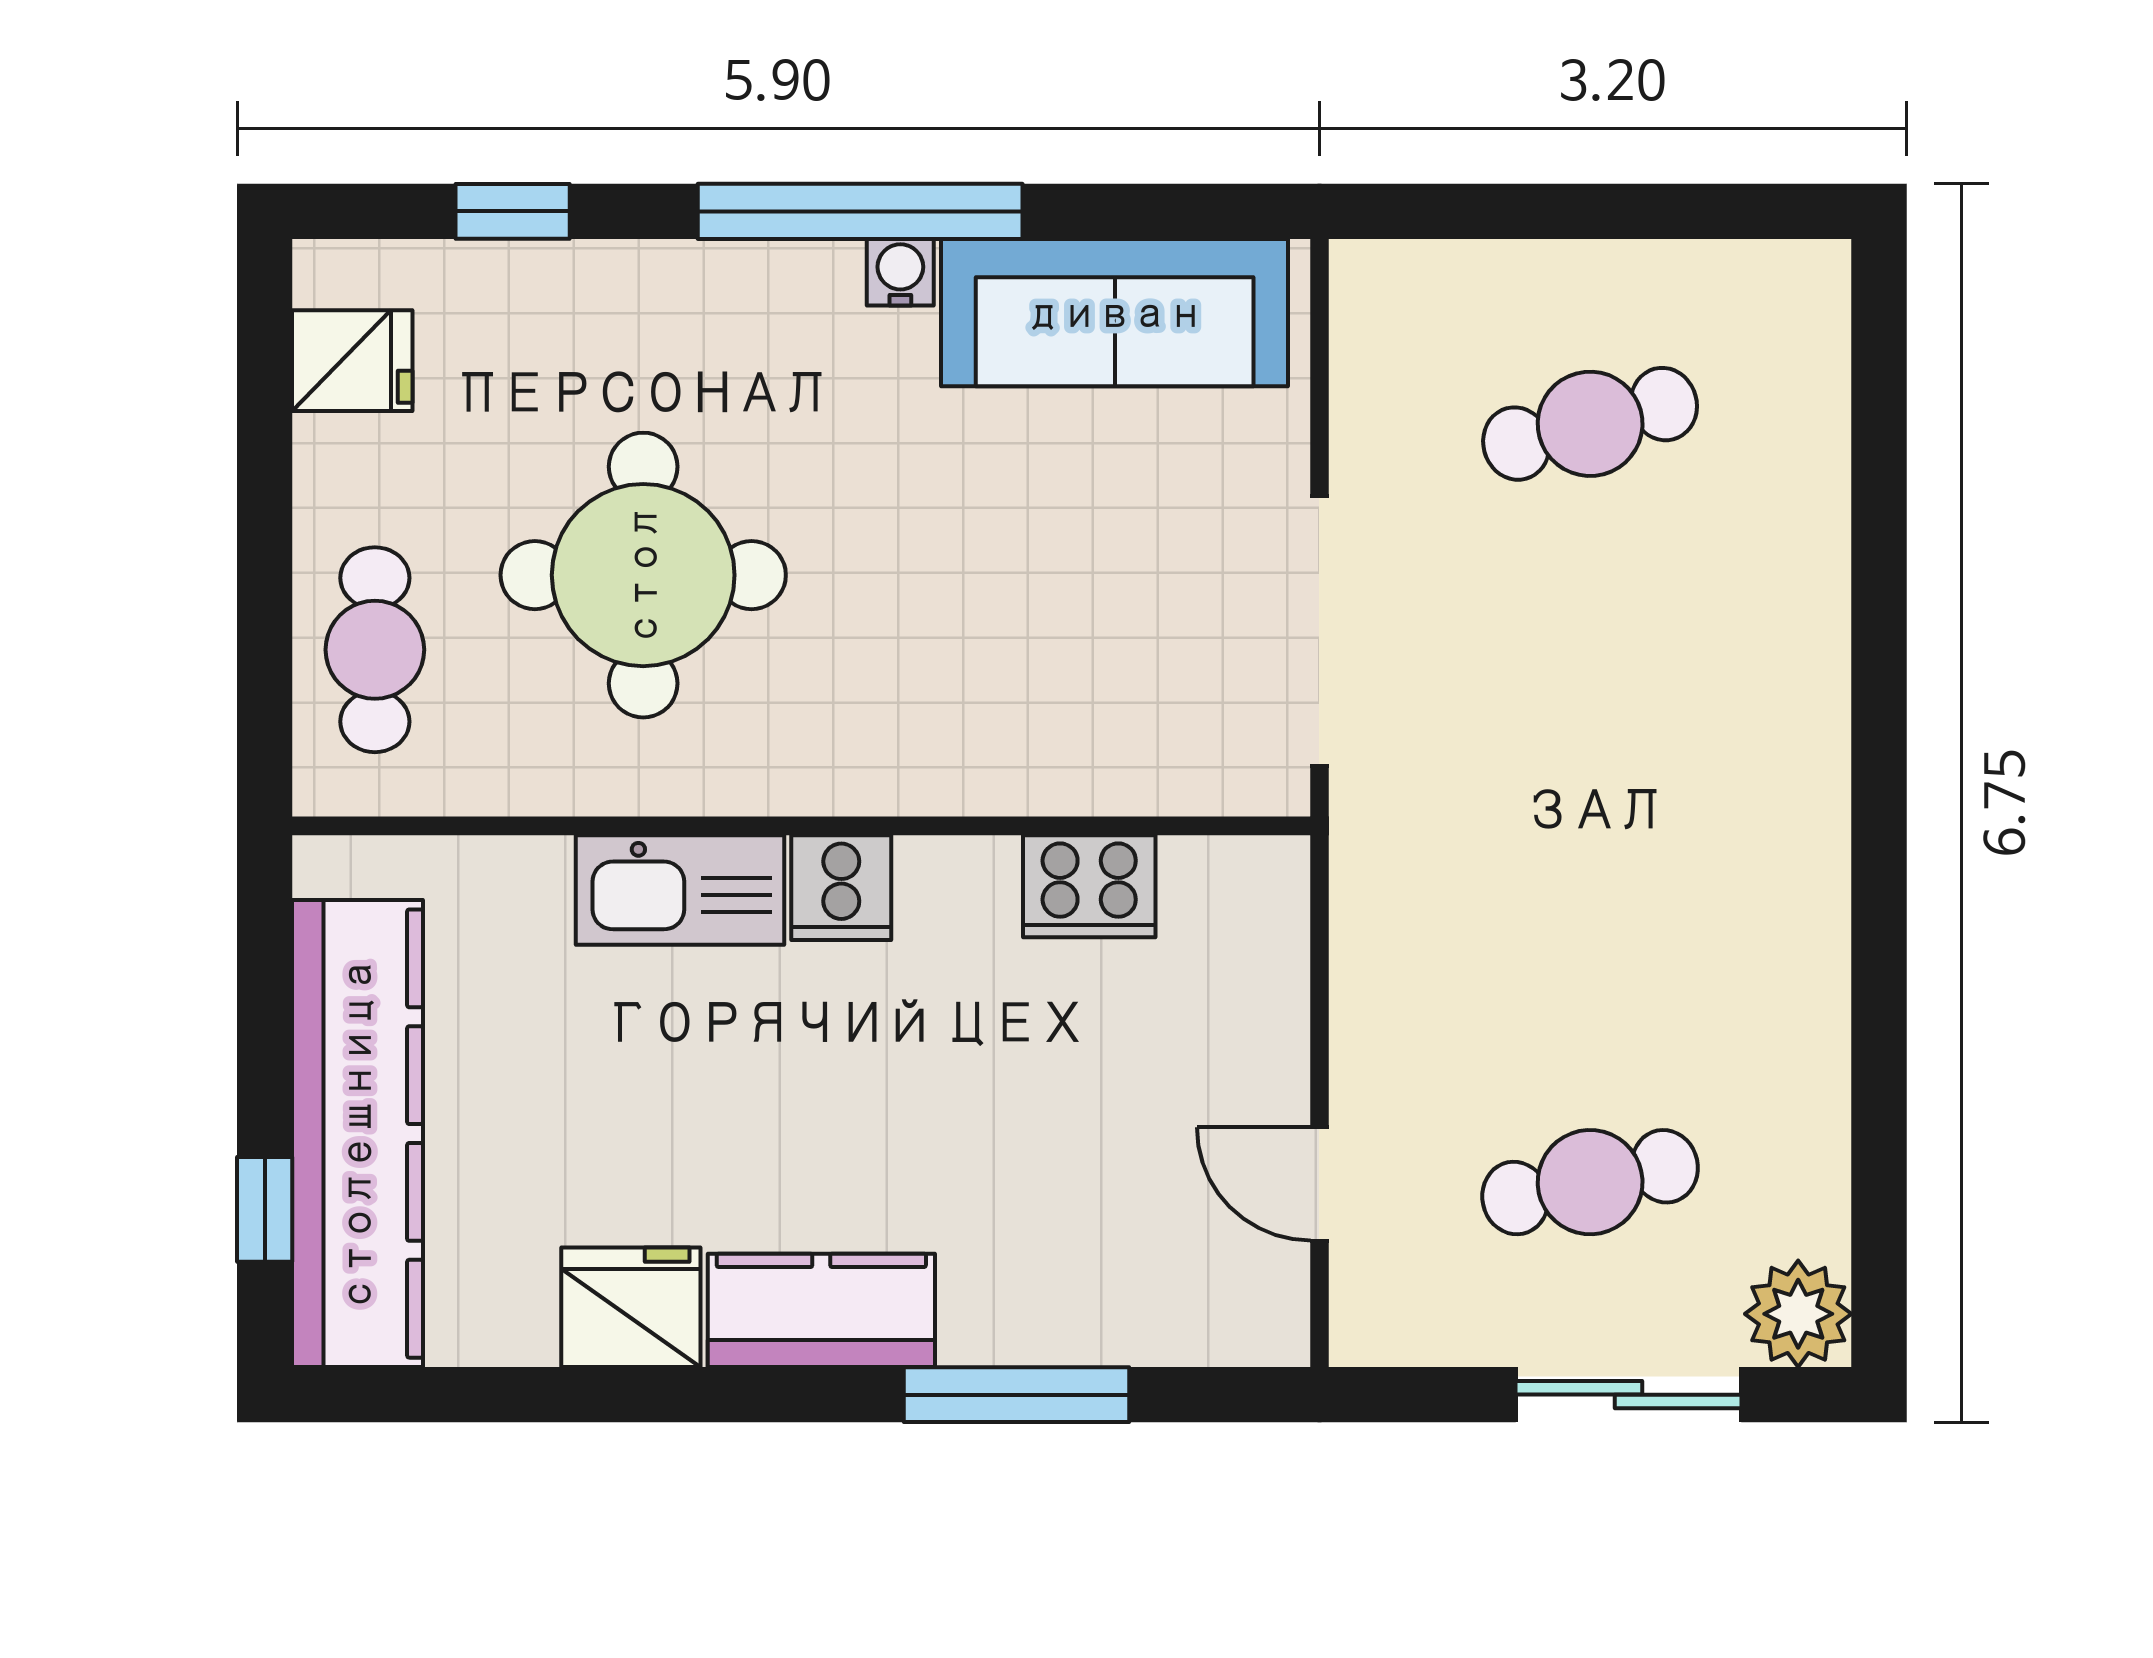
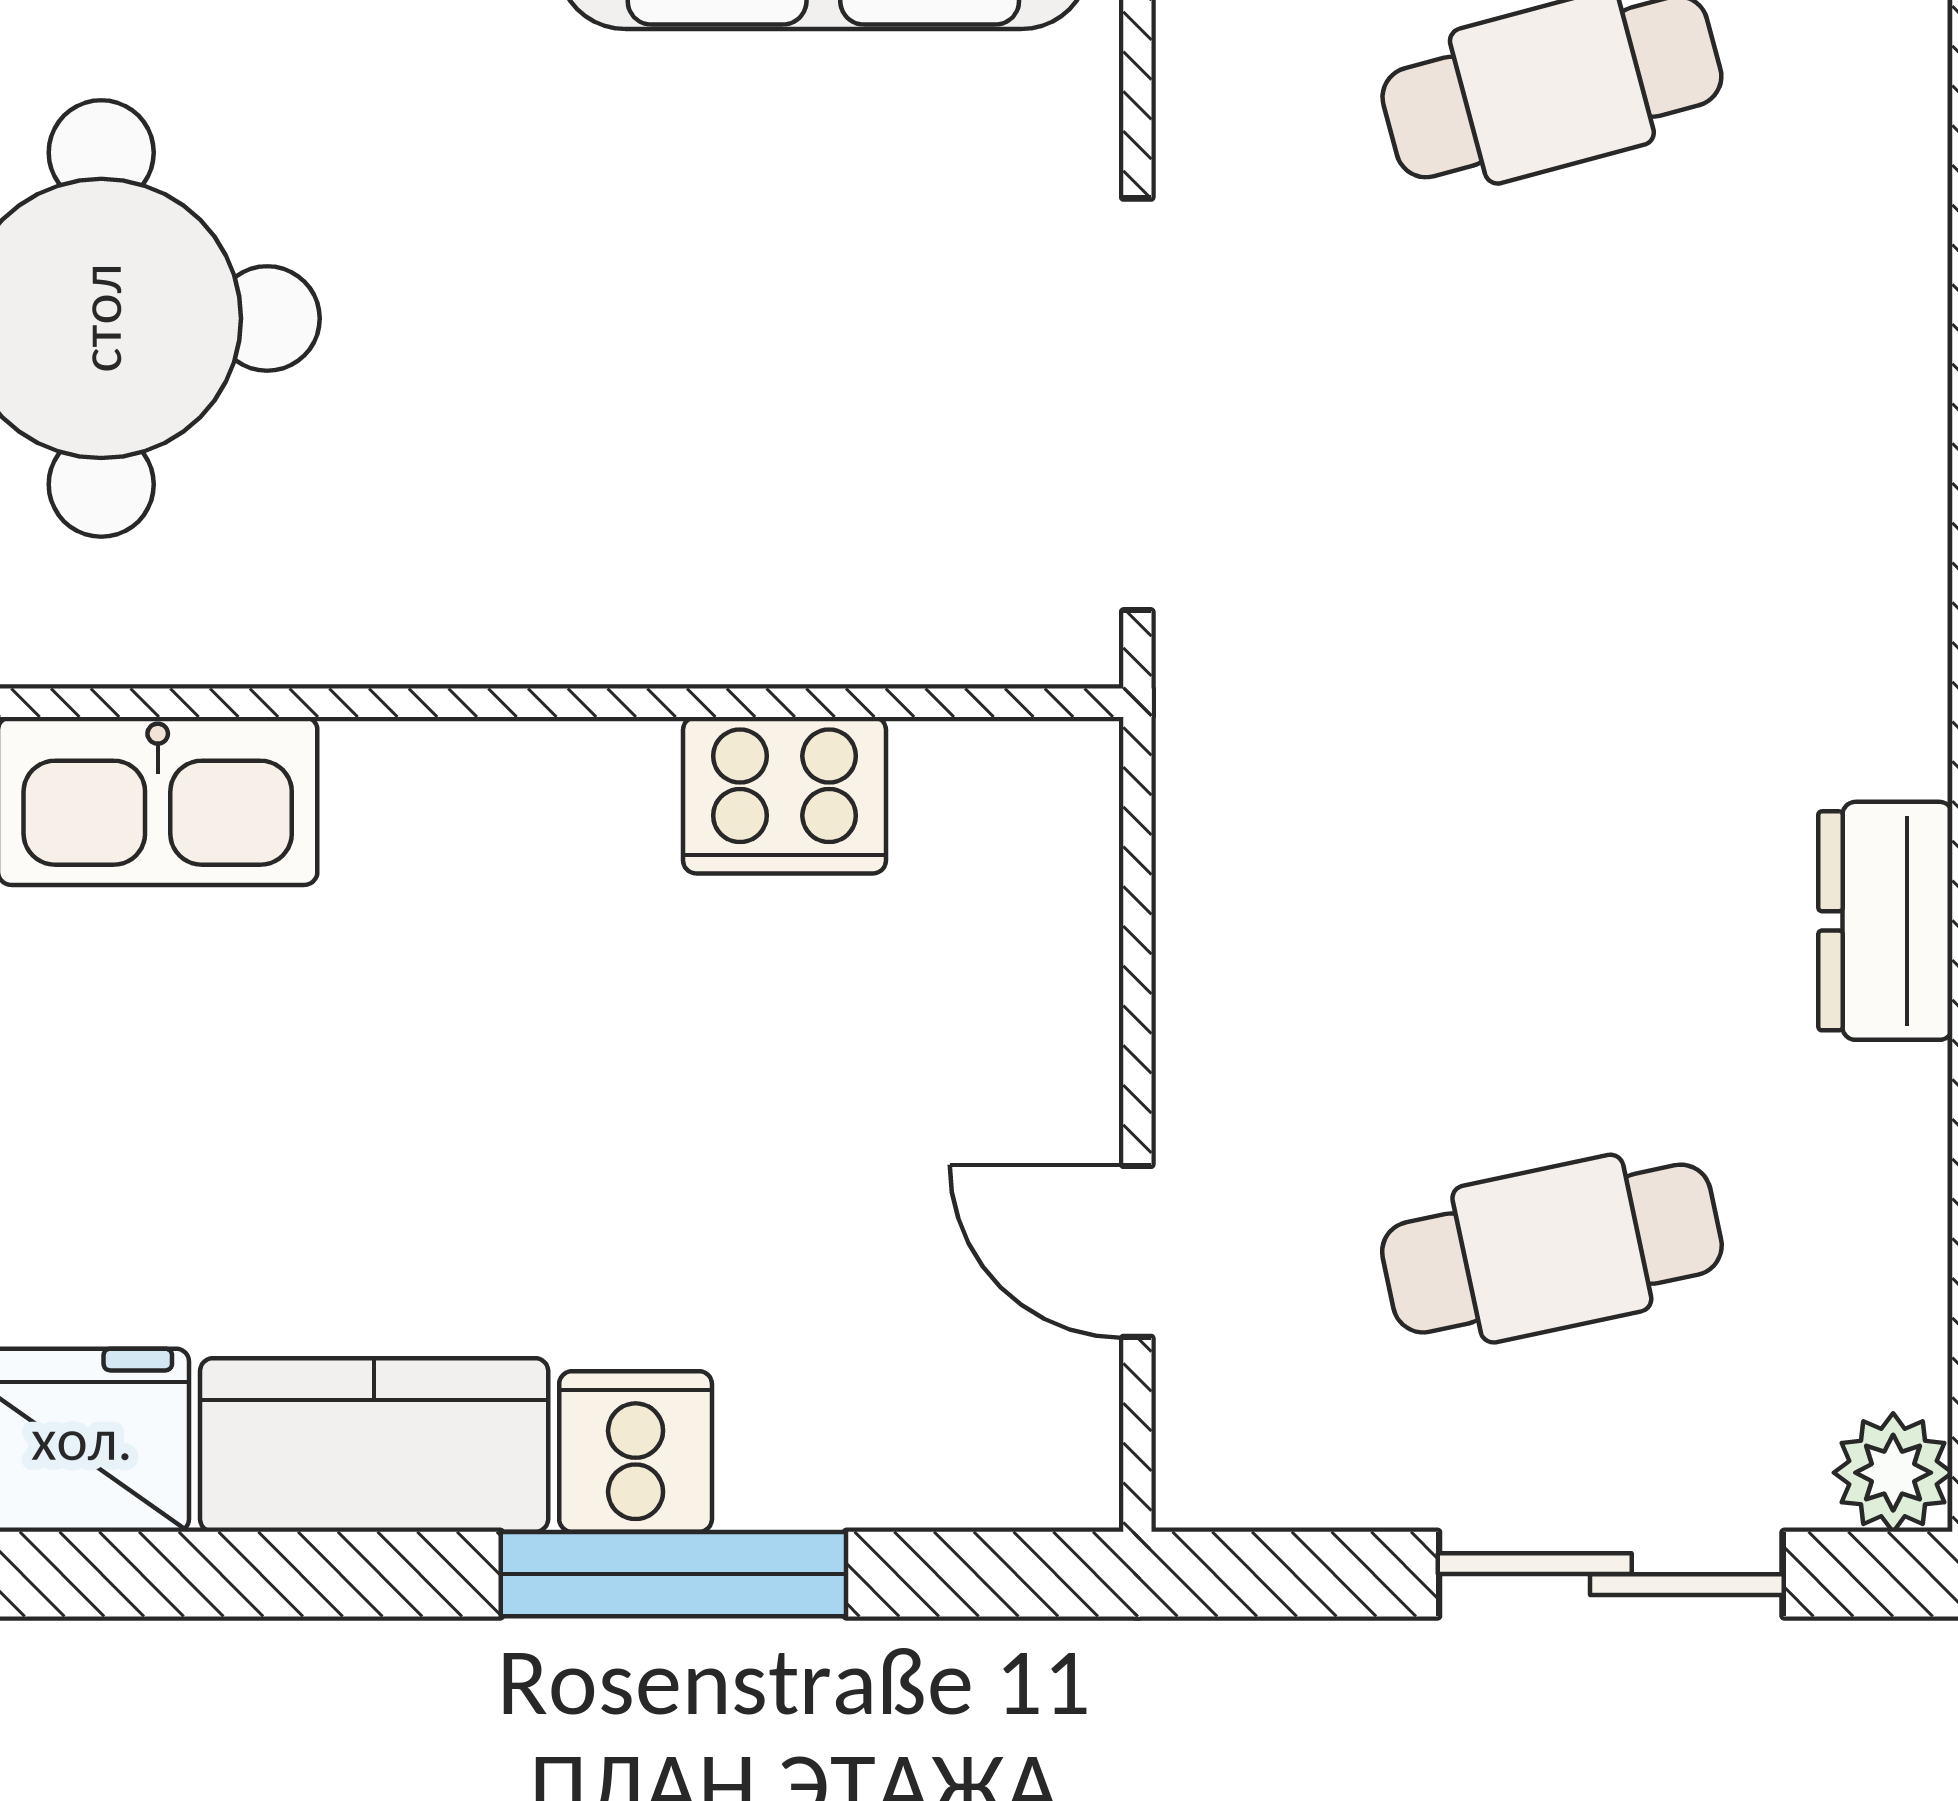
cooker: (841, 888) -> (636, 1452), moved, turned 180
dresser: (1808, 968) -> (1885, 921), added
plant: (1798, 1314) -> (1893, 1473), width x0.73, depth x0.73

